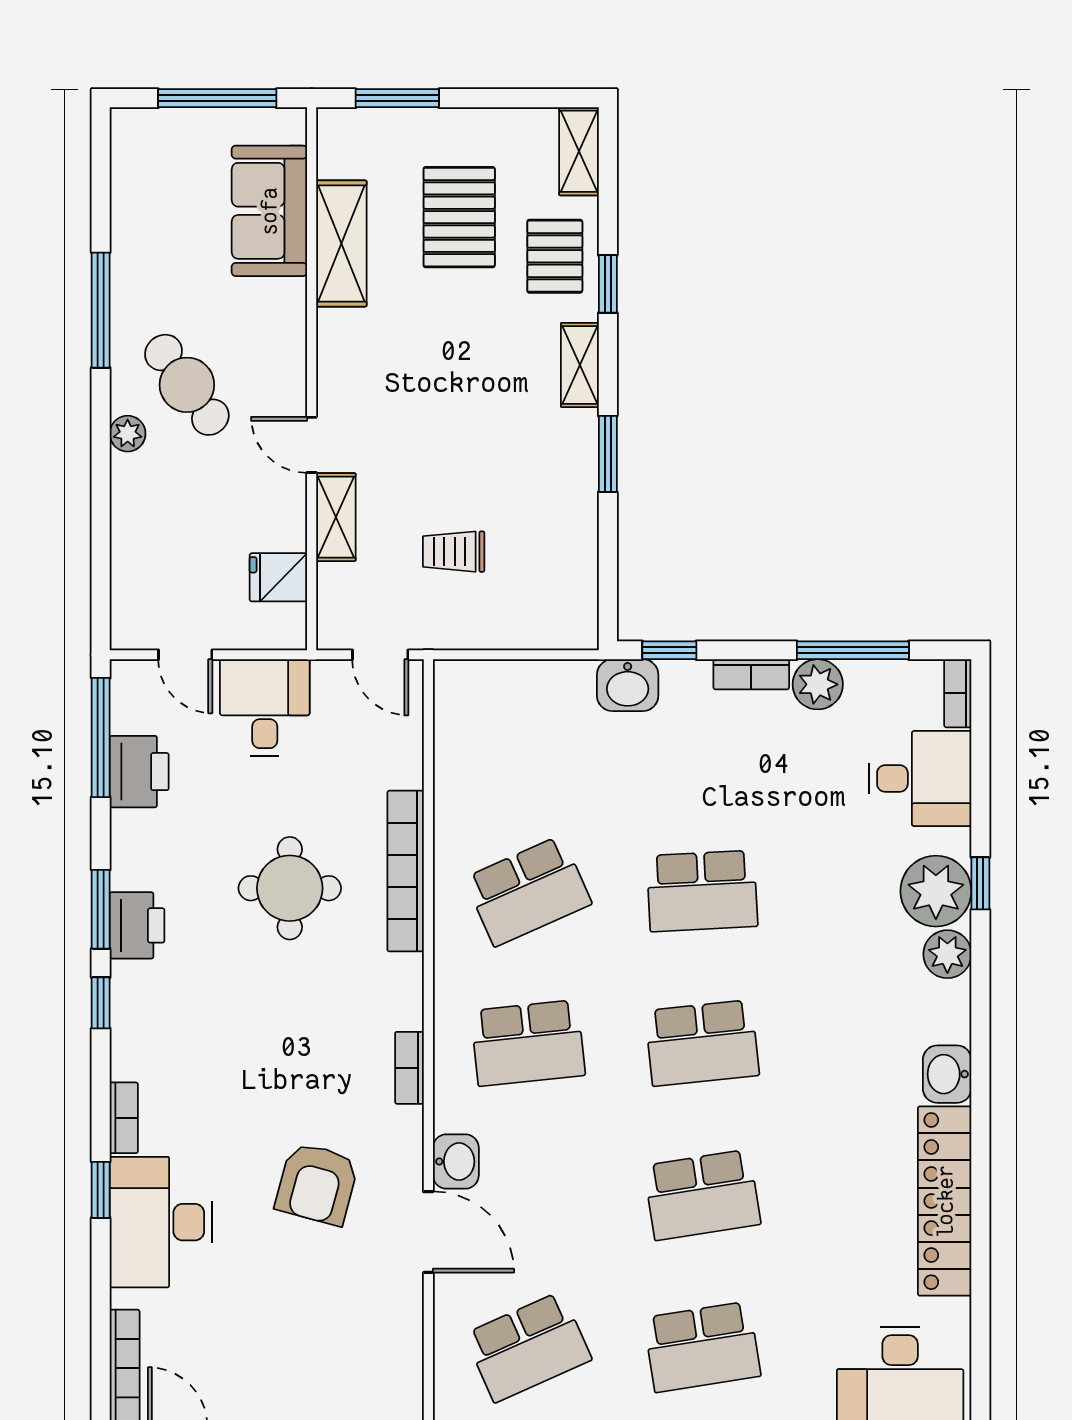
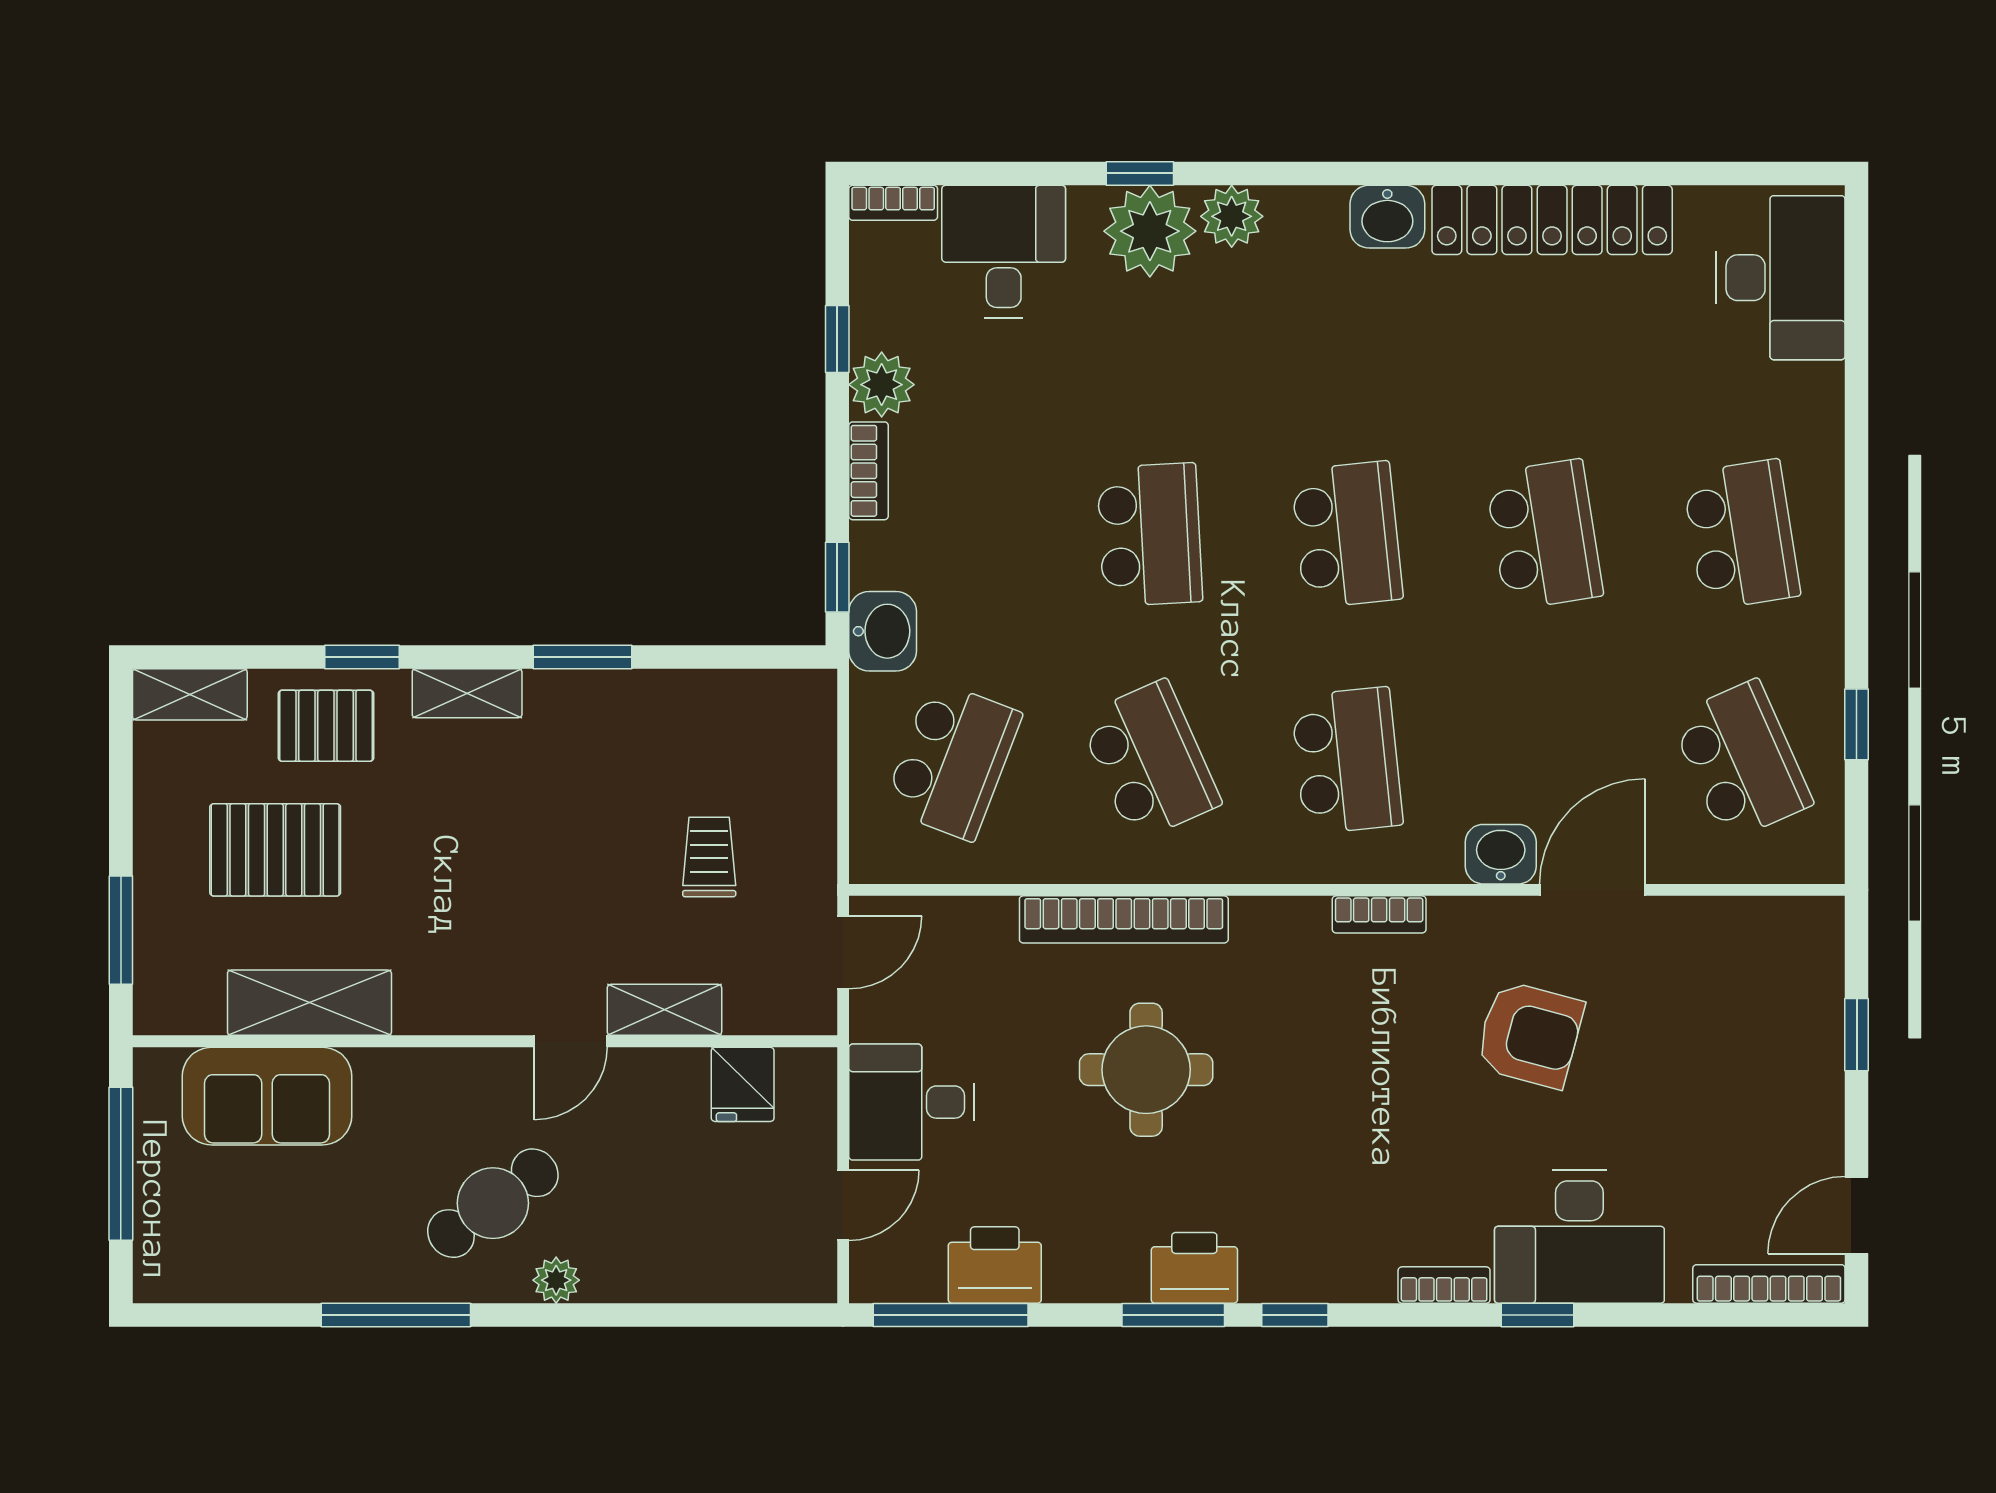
trolley: (454, 552) -> (709, 857), turned 180
window: (853, 650) -> (837, 339), width x0.46
school desk: (528, 739) -> (953, 761), added

